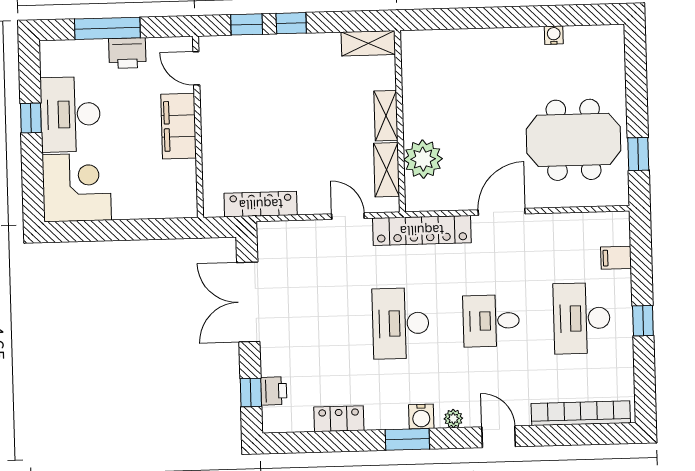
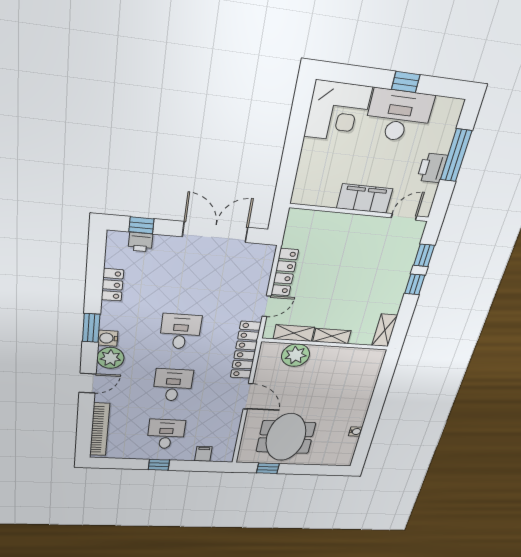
locker: (261, 204) -> (285, 272), moved
desk: (582, 318) -> (166, 434), width x0.73
desk: (401, 323) -> (180, 332), width x0.73
plant: (453, 419) -> (110, 358), width x1.87, depth x1.87

